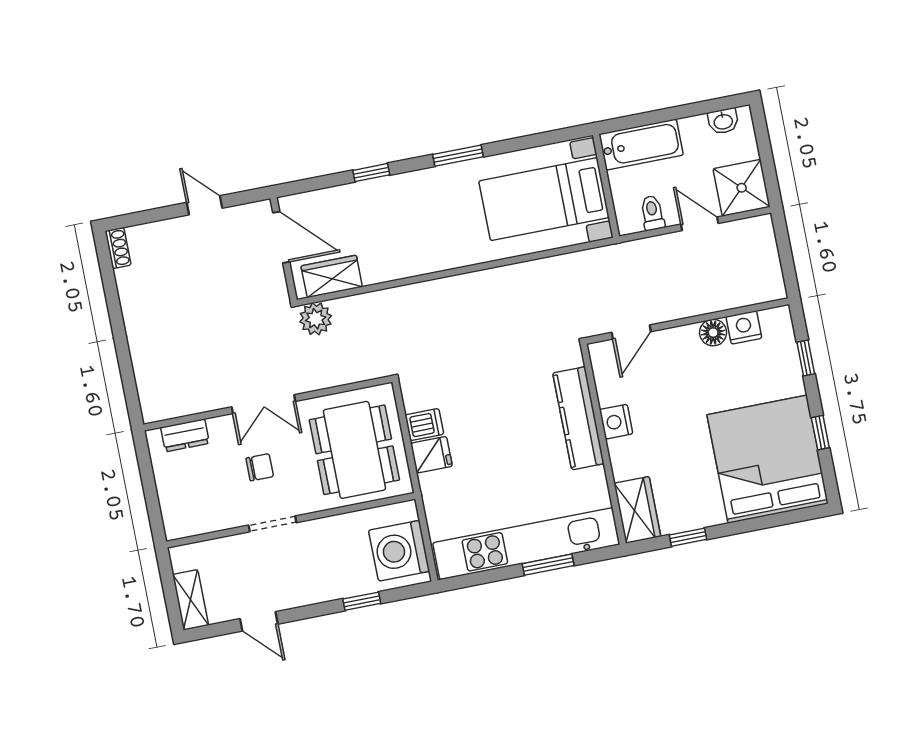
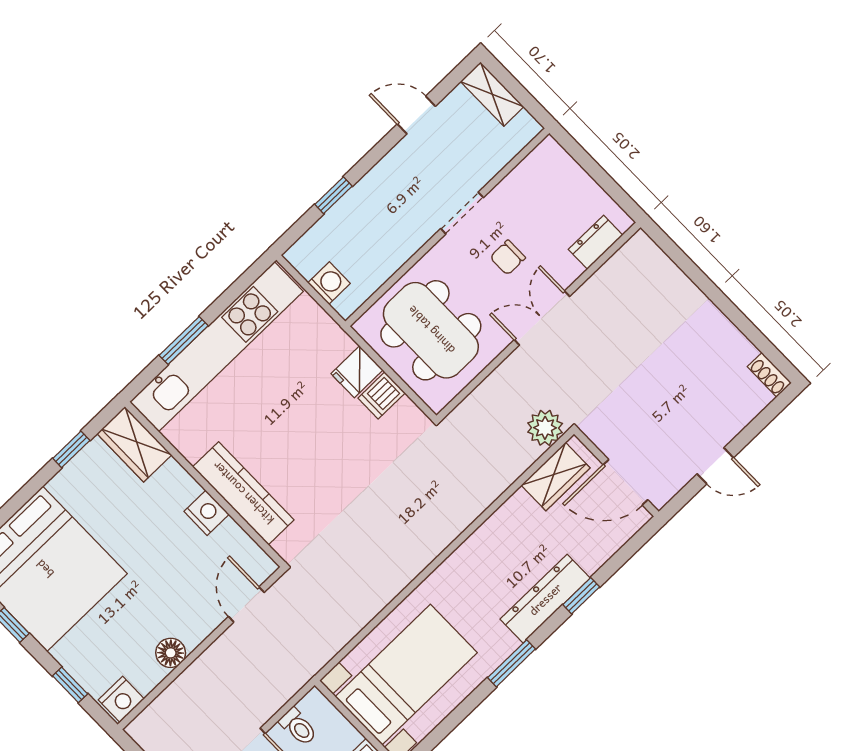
dresser: (400, 188) -> (545, 599), added
nightstand: (744, 327) -> (121, 699), moved
washing machine: (399, 551) -> (329, 283), width x0.53, depth x0.53

